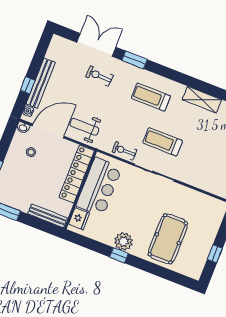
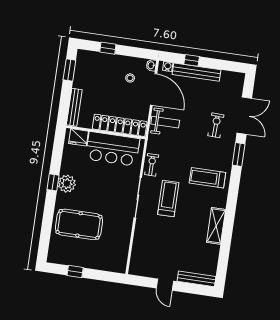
treadmill: (151, 97) -> (207, 178), turned -90
weight bench: (84, 127) -> (165, 122), turned 90

